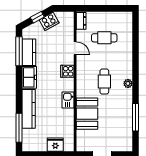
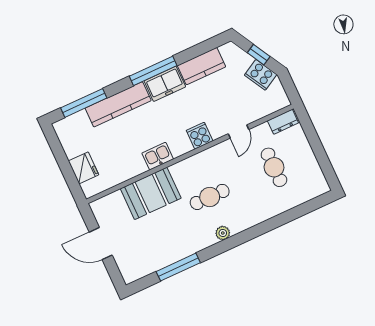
window: (19, 51) -> (153, 71), moved

